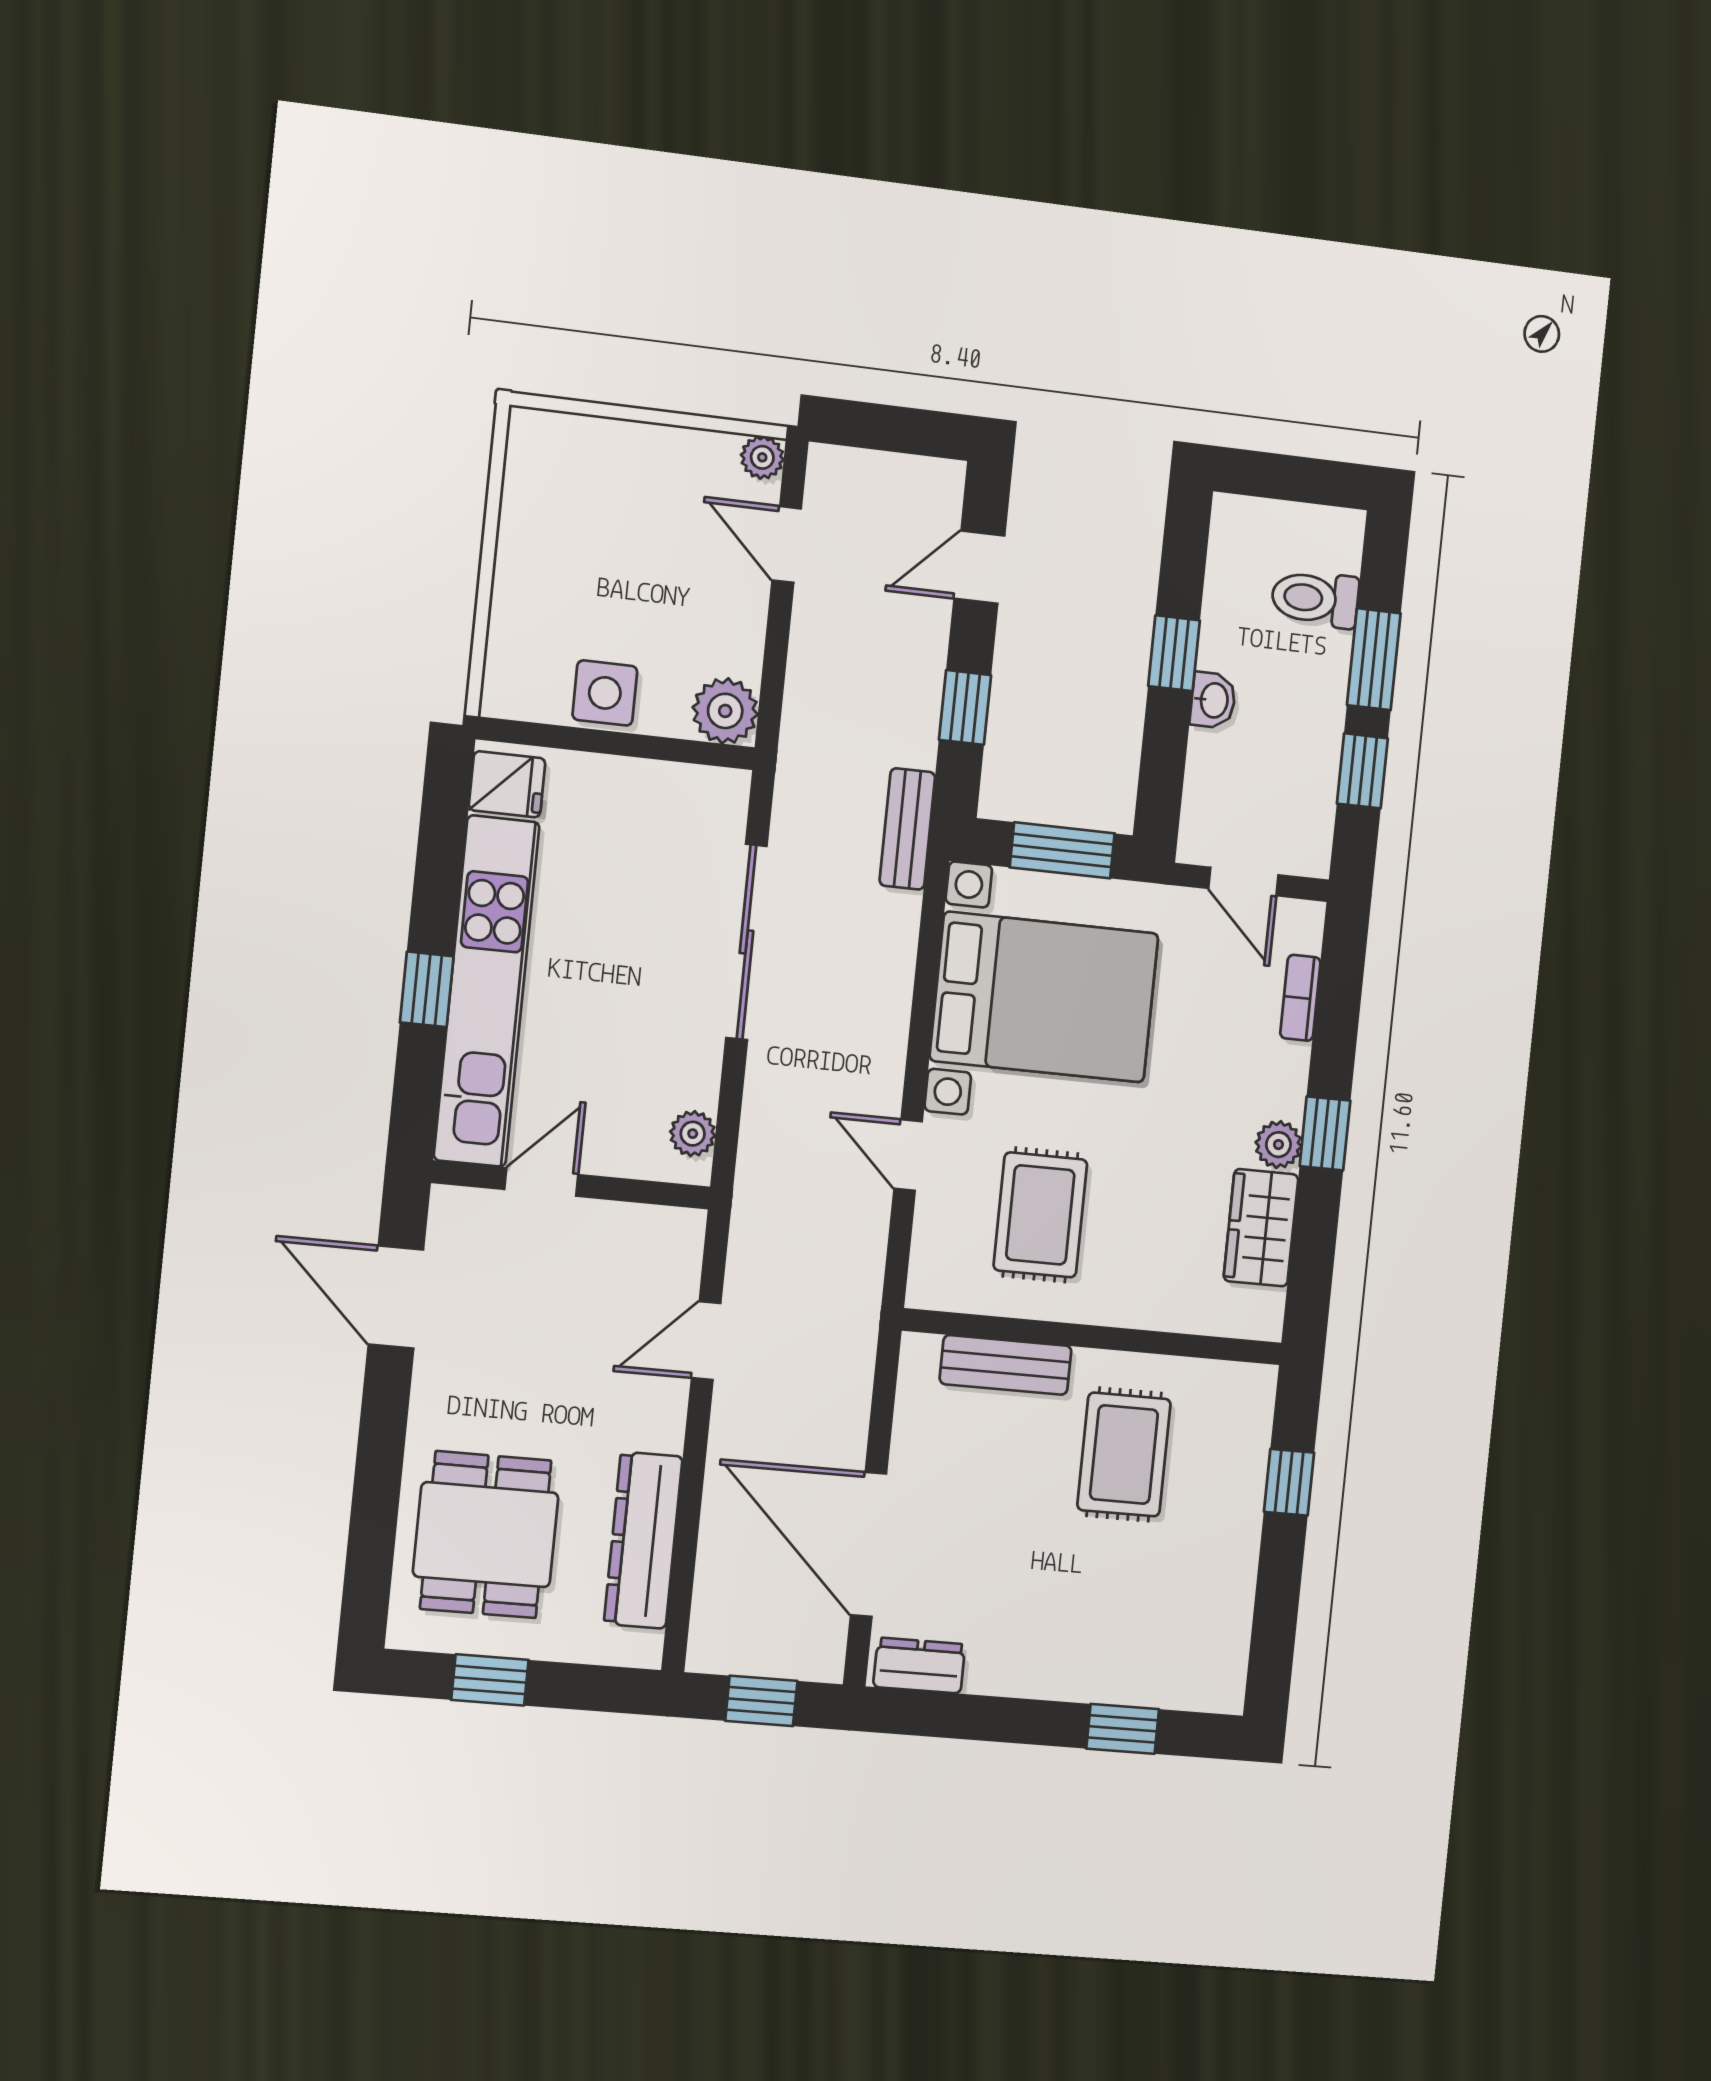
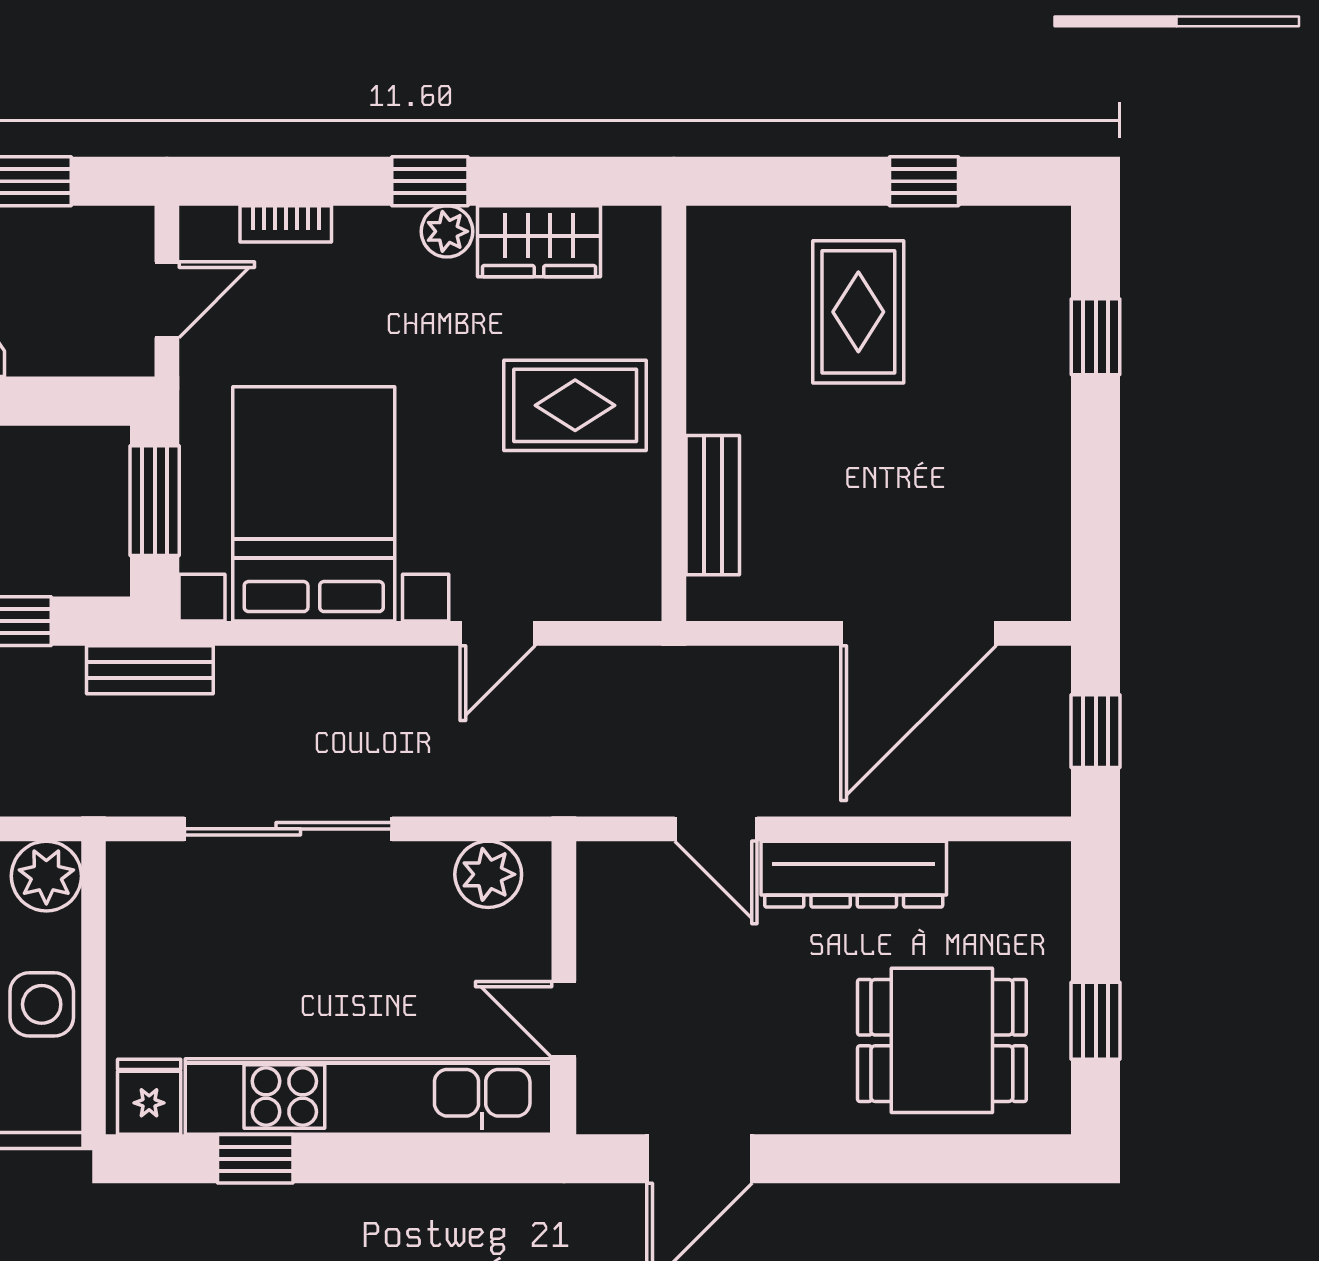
window: (427, 989) -> (255, 1159), moved
plant: (693, 1134) -> (488, 874), width x1.38, depth x1.38
rug: (1040, 1215) -> (575, 405), moved
rug: (1124, 1454) -> (858, 312), moved, turned 90
window: (1289, 1482) -> (924, 181), moved
dresser: (643, 1540) -> (854, 874), moved
dresser: (919, 1666) -> (1044, 565), removed

